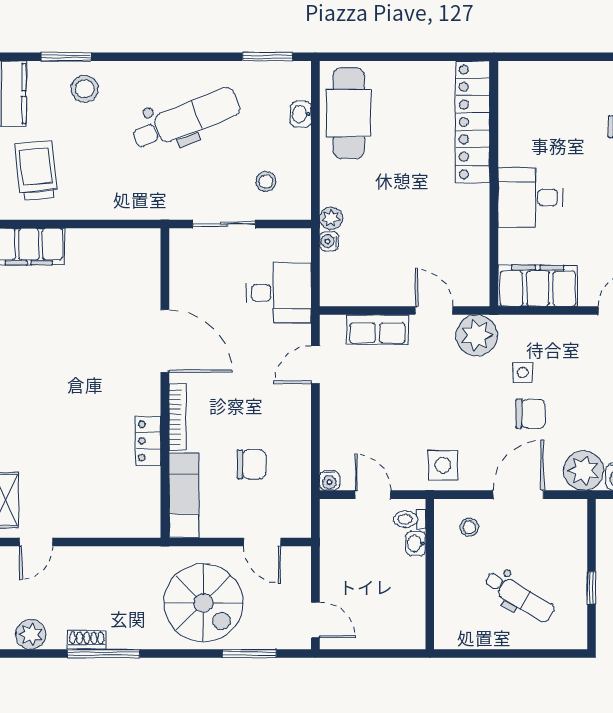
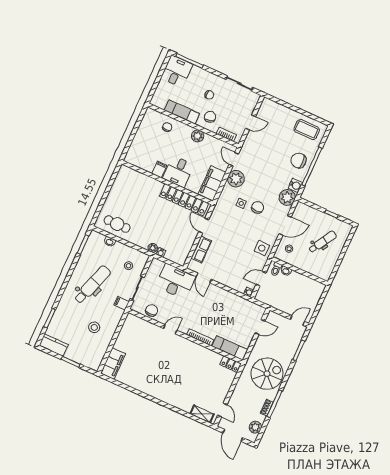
stool: (85, 89) -> (94, 327), moved
cafe table: (349, 113) -> (117, 224), width x0.73, depth x0.74
dental chair: (186, 119) -> (92, 285), turned 40
locker: (472, 122) -> (184, 200), moved
filing cabinet: (516, 152) -> (159, 169), added
trolley: (36, 171) -> (86, 348), removed
filing cabinet: (174, 204) -> (122, 303), added
desk: (279, 293) -> (176, 281), width x1.37
door: (434, 311) -> (204, 226), hinge flipped
plant: (477, 335) -> (236, 179), moved
door: (165, 341) -> (170, 329), width x0.53
locker: (148, 441) -> (230, 364), moved
chair: (252, 464) -> (152, 310), moved
door: (518, 495) -> (285, 225), swing flipped
spiral stairs: (203, 603) -> (267, 374), moved

